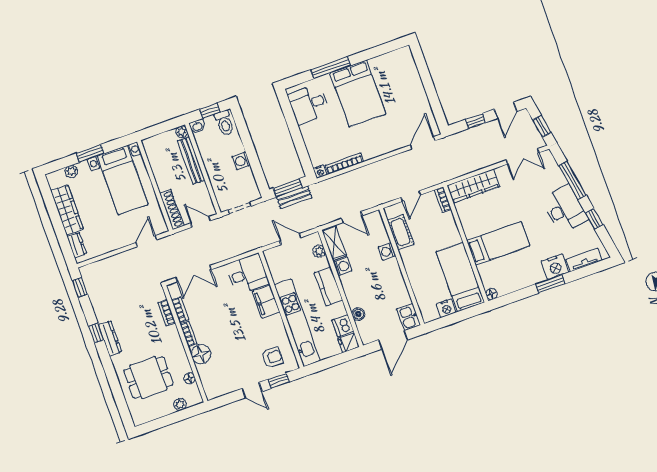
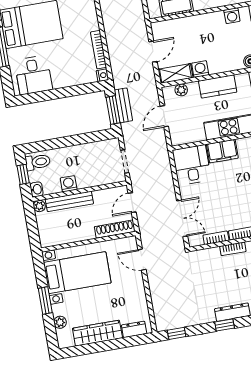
washing machine: (241, 161) -> (69, 184), moved, turned 180
washing machine: (387, 252) -> (232, 16), moved
bookcase: (167, 313) -> (233, 249), moved

